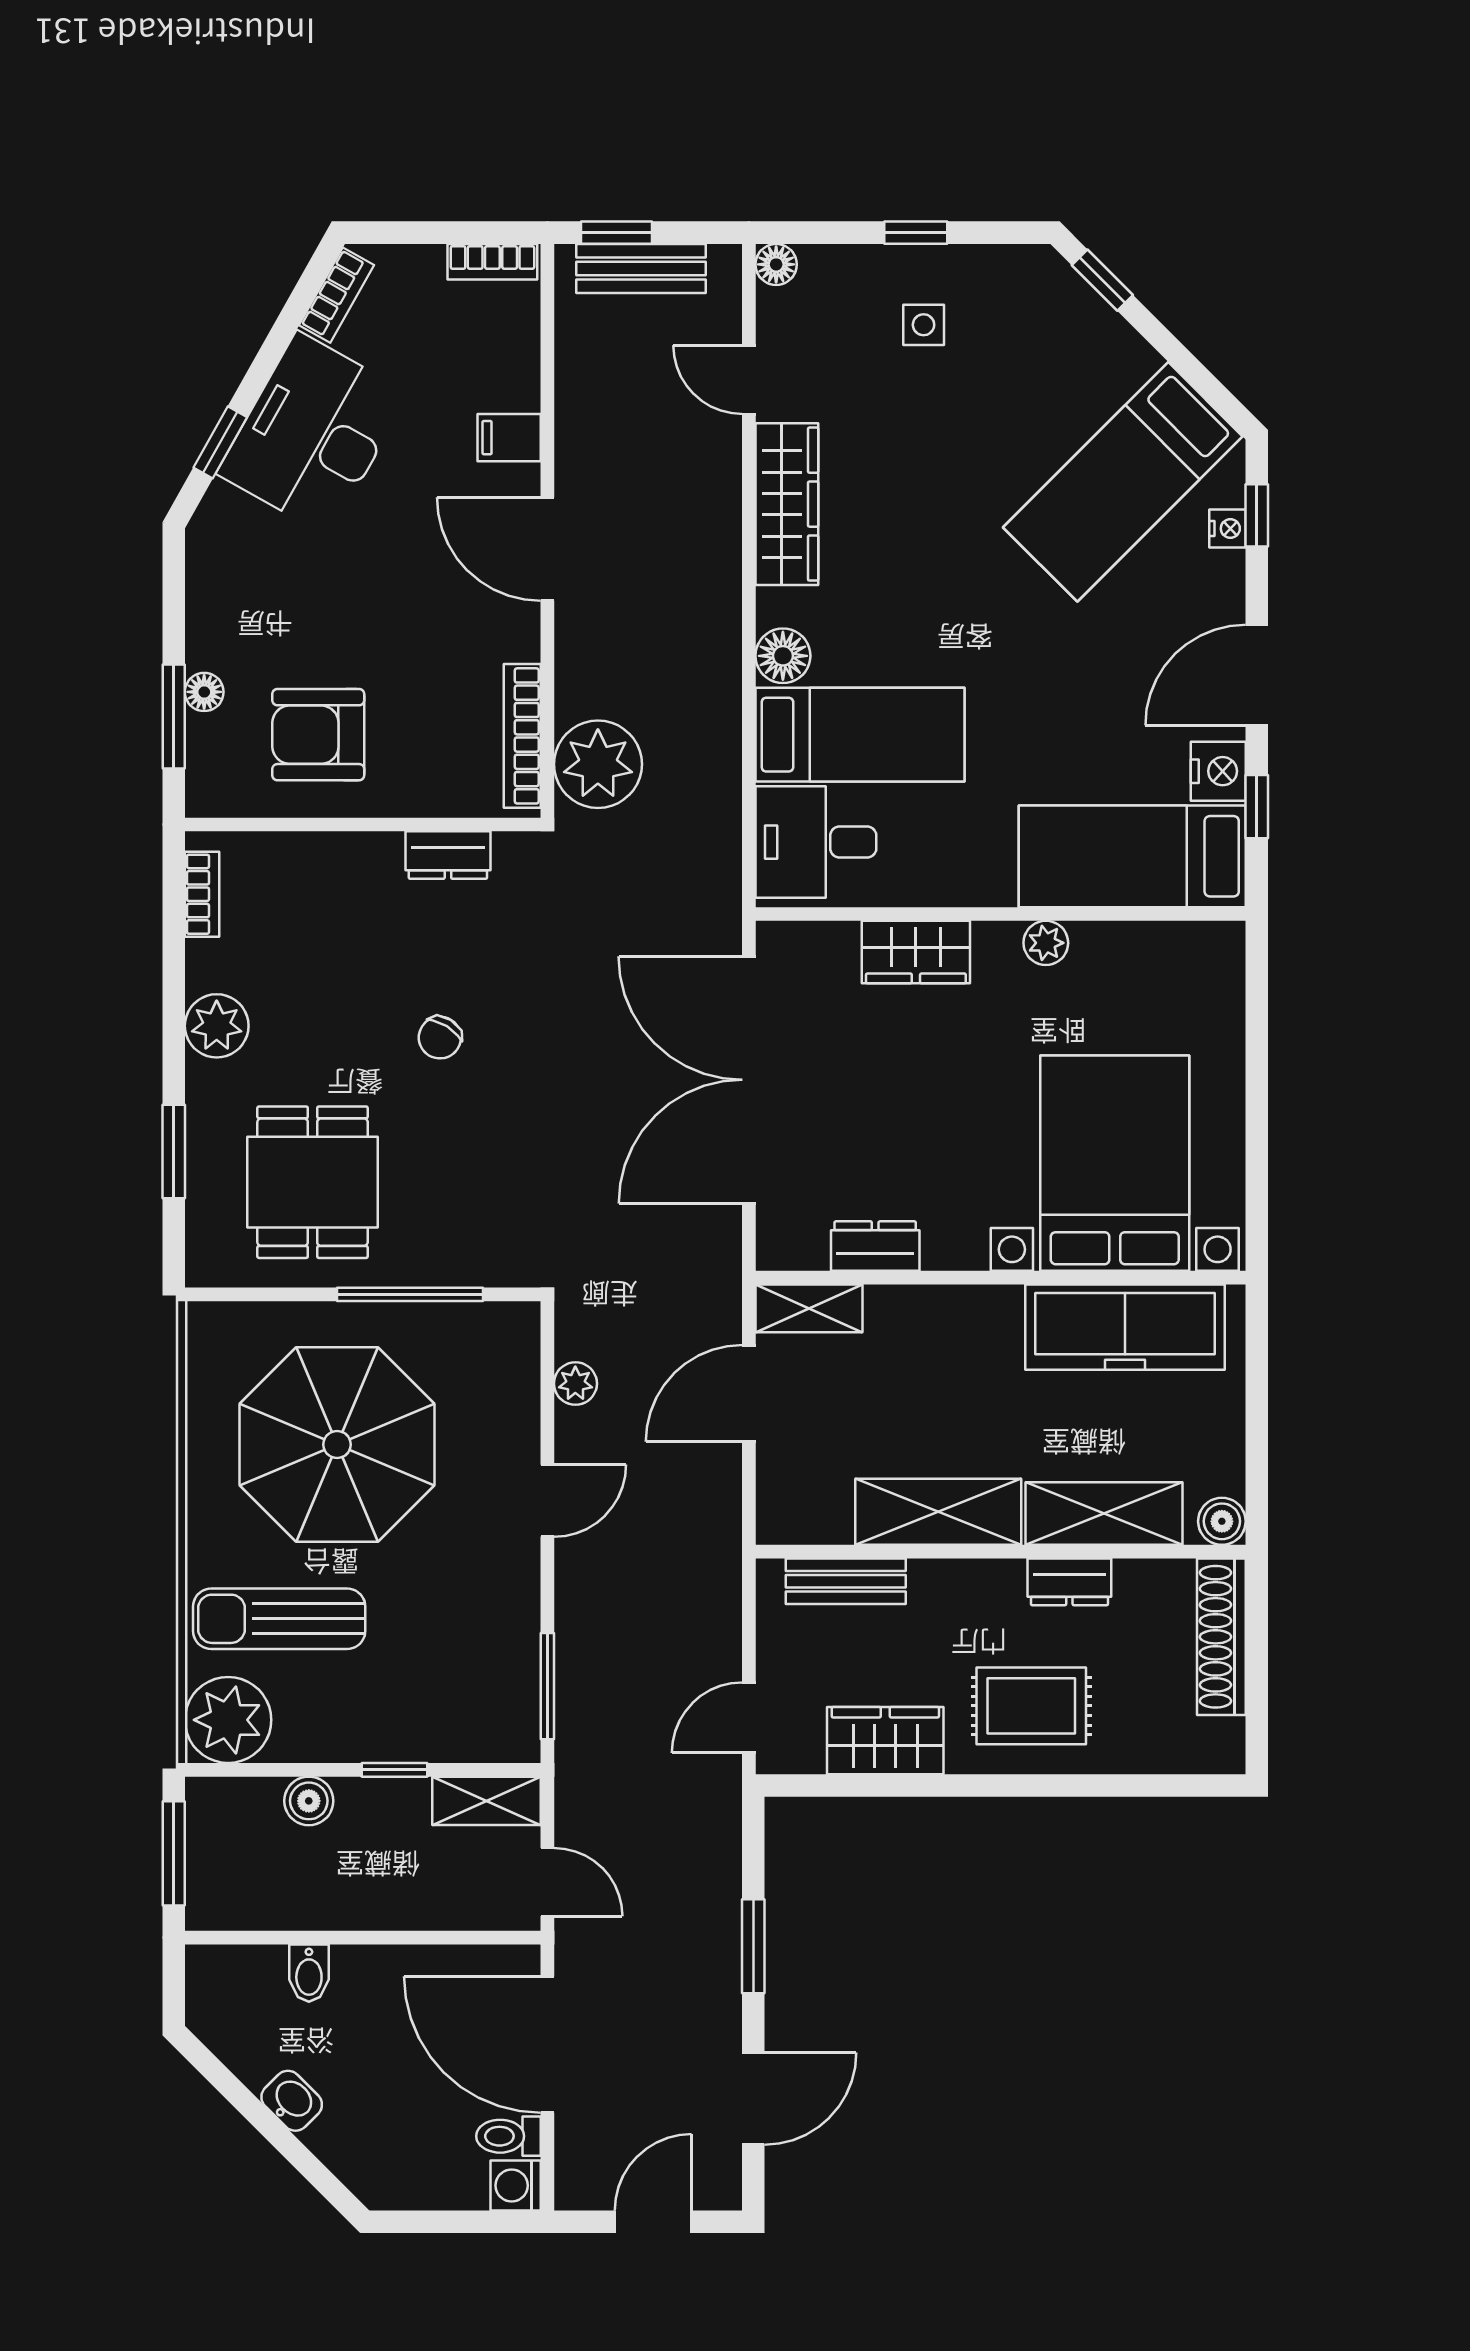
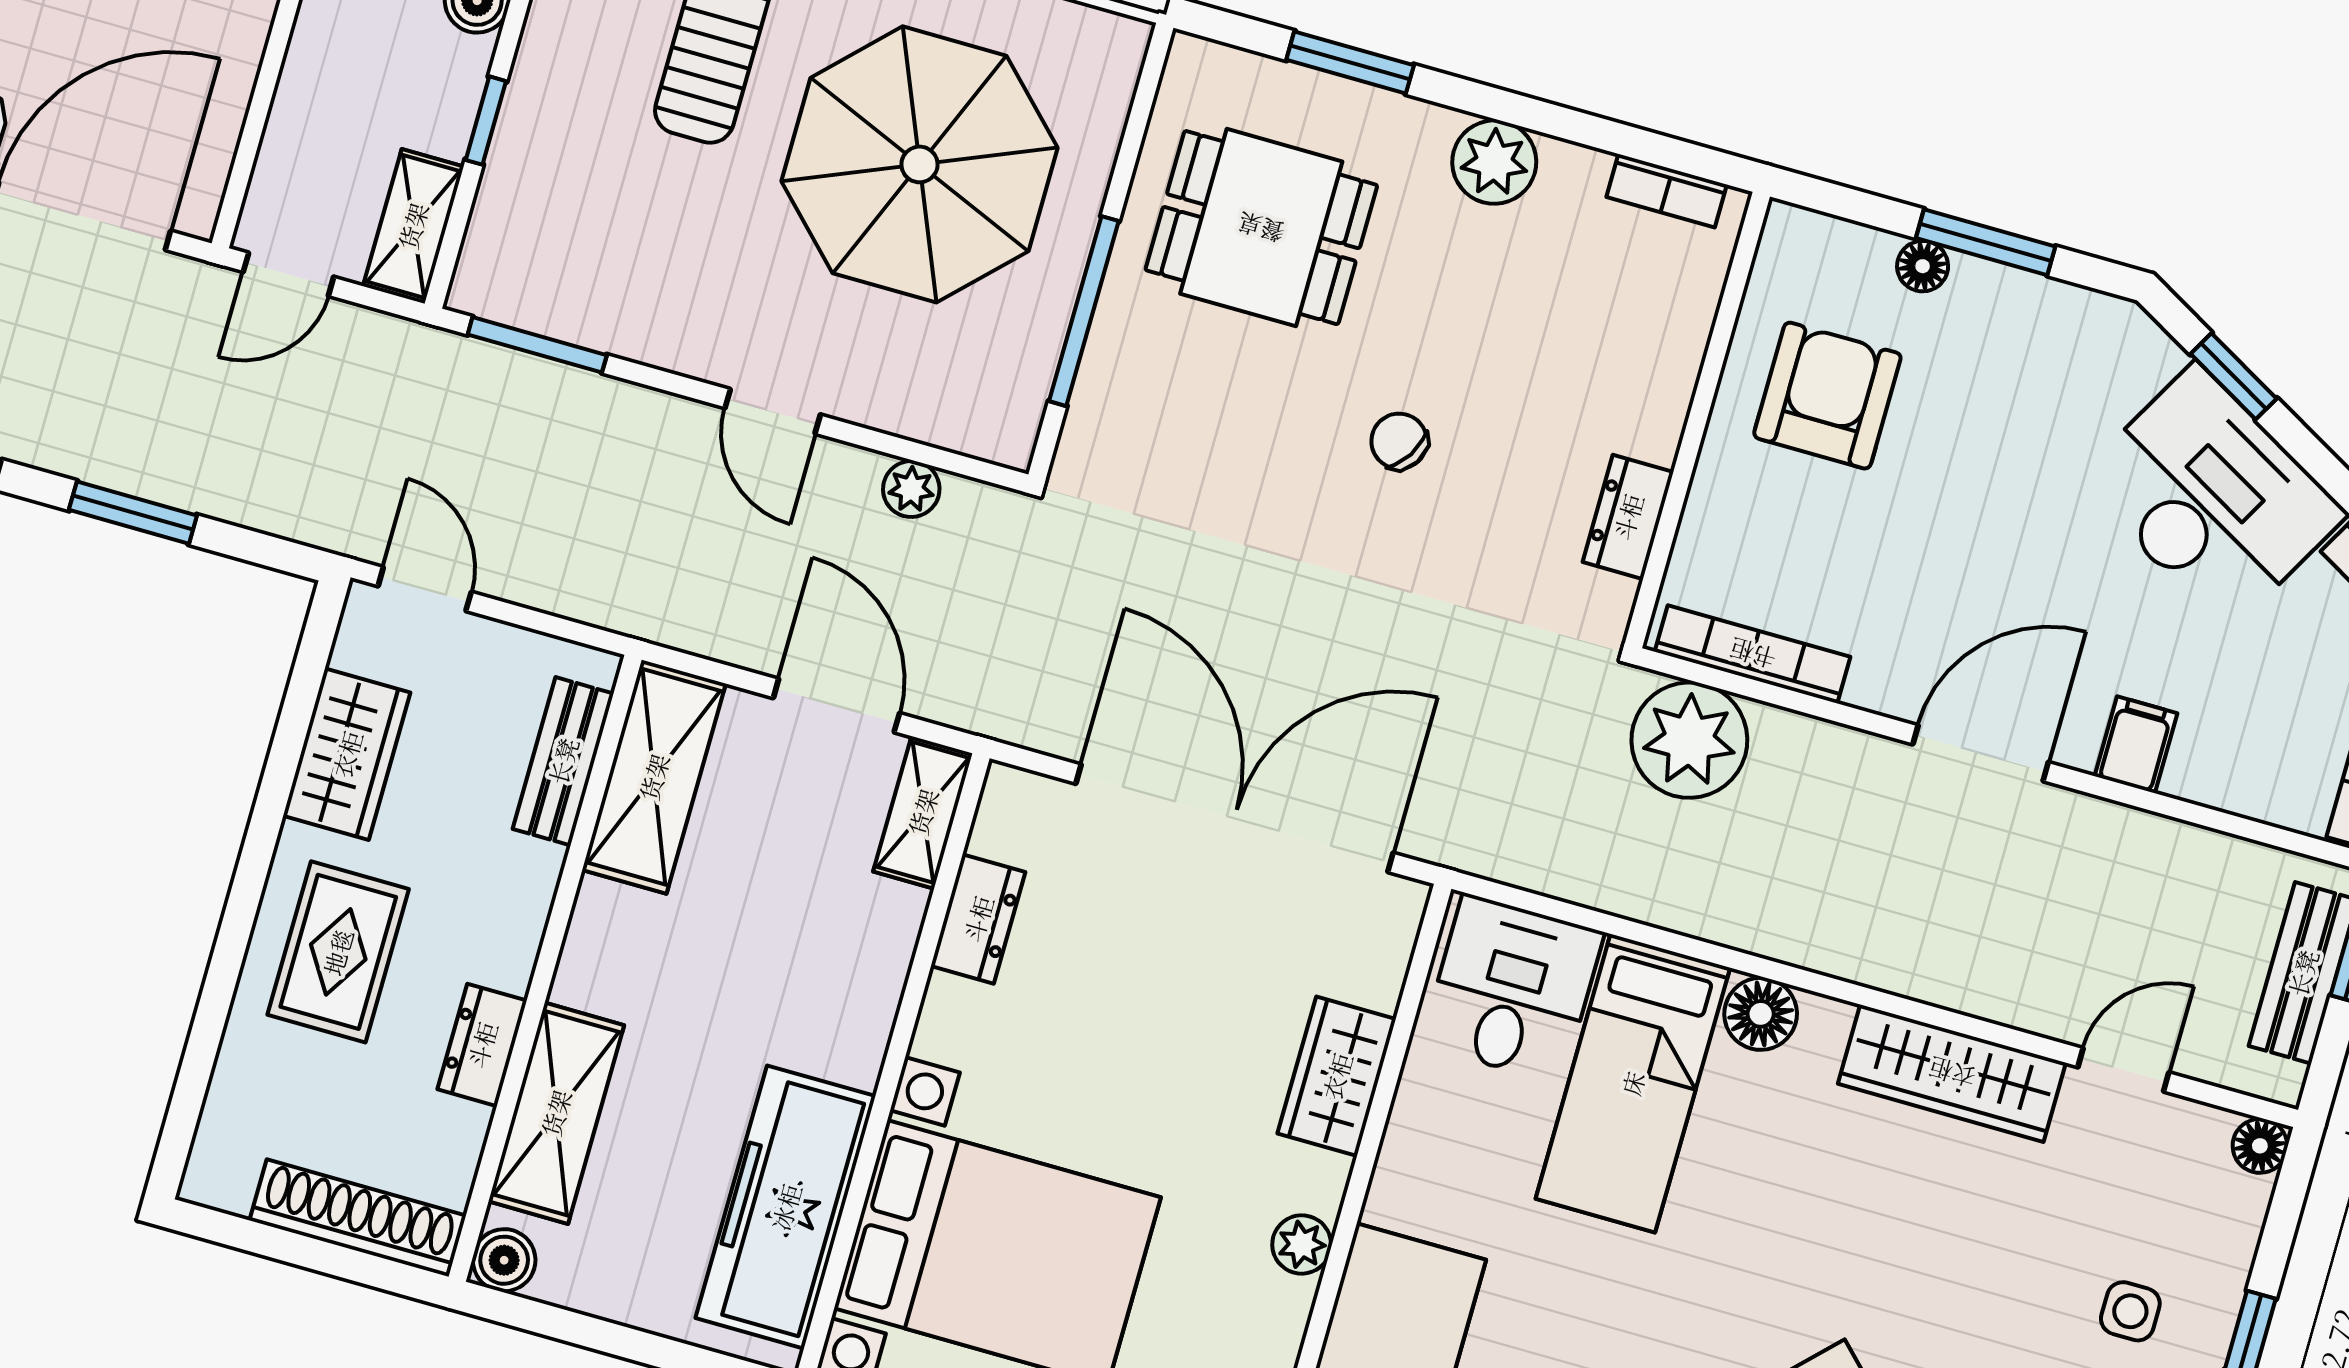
window: (174, 716) -> (1986, 242), moved
shelving: (938, 1512) -> (654, 777), moved

